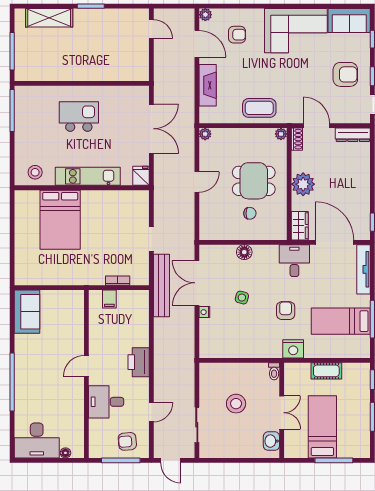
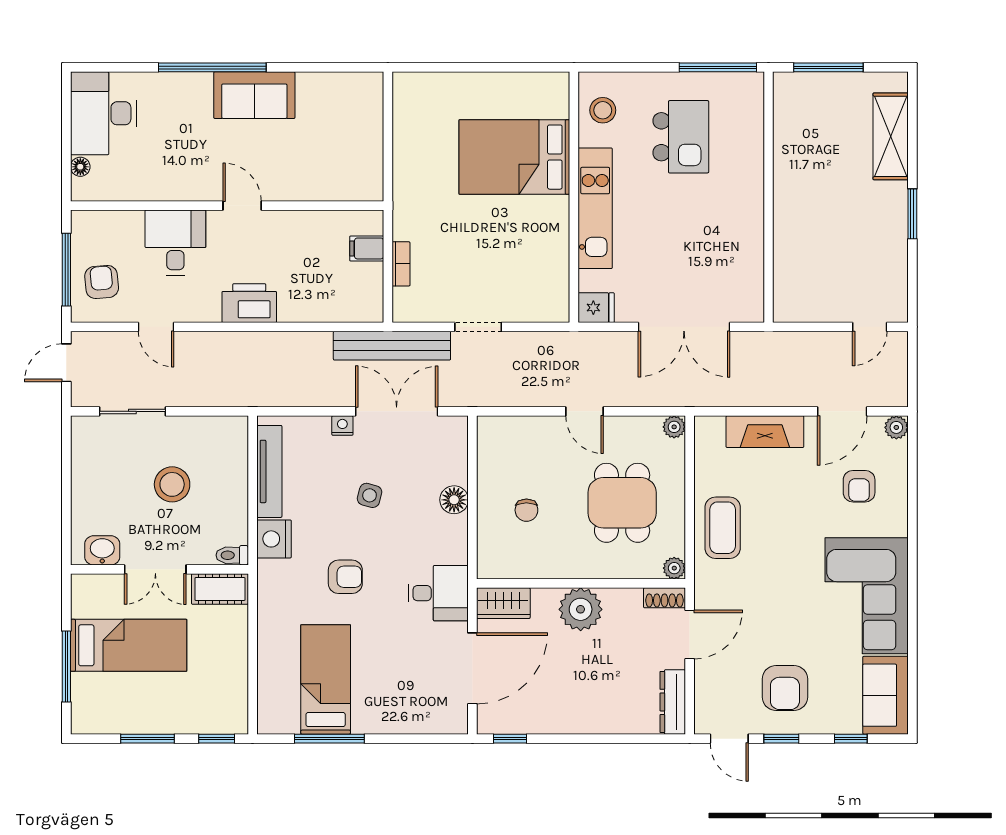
kitchen island: (79, 117) -> (681, 137), moved
dining table: (254, 181) -> (622, 503), moved
tv unit: (363, 269) -> (269, 471), moved, turned 90
sofa: (27, 312) -> (254, 95), moved
nightstand: (293, 349) -> (274, 539), moved
cot: (326, 371) -> (220, 589), moved, turned 90

